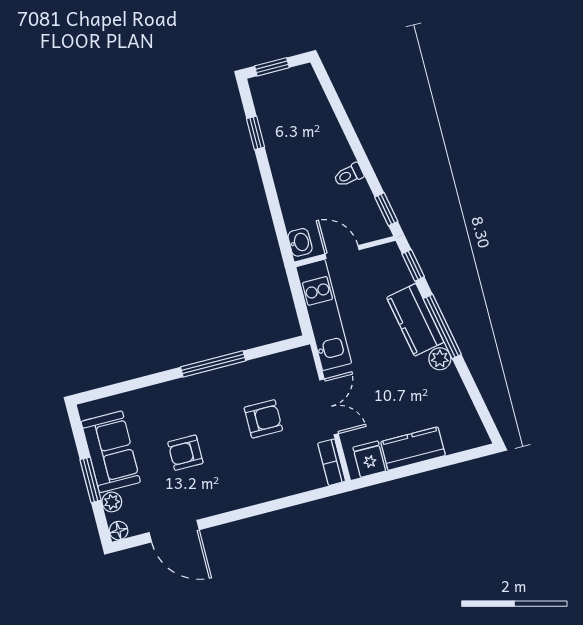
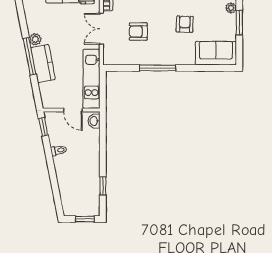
window: (413, 265) -> (37, 93), removed
sofa: (111, 452) -> (216, 53), moved, turned 90
armchair: (185, 453) -> (185, 24), turned -88

